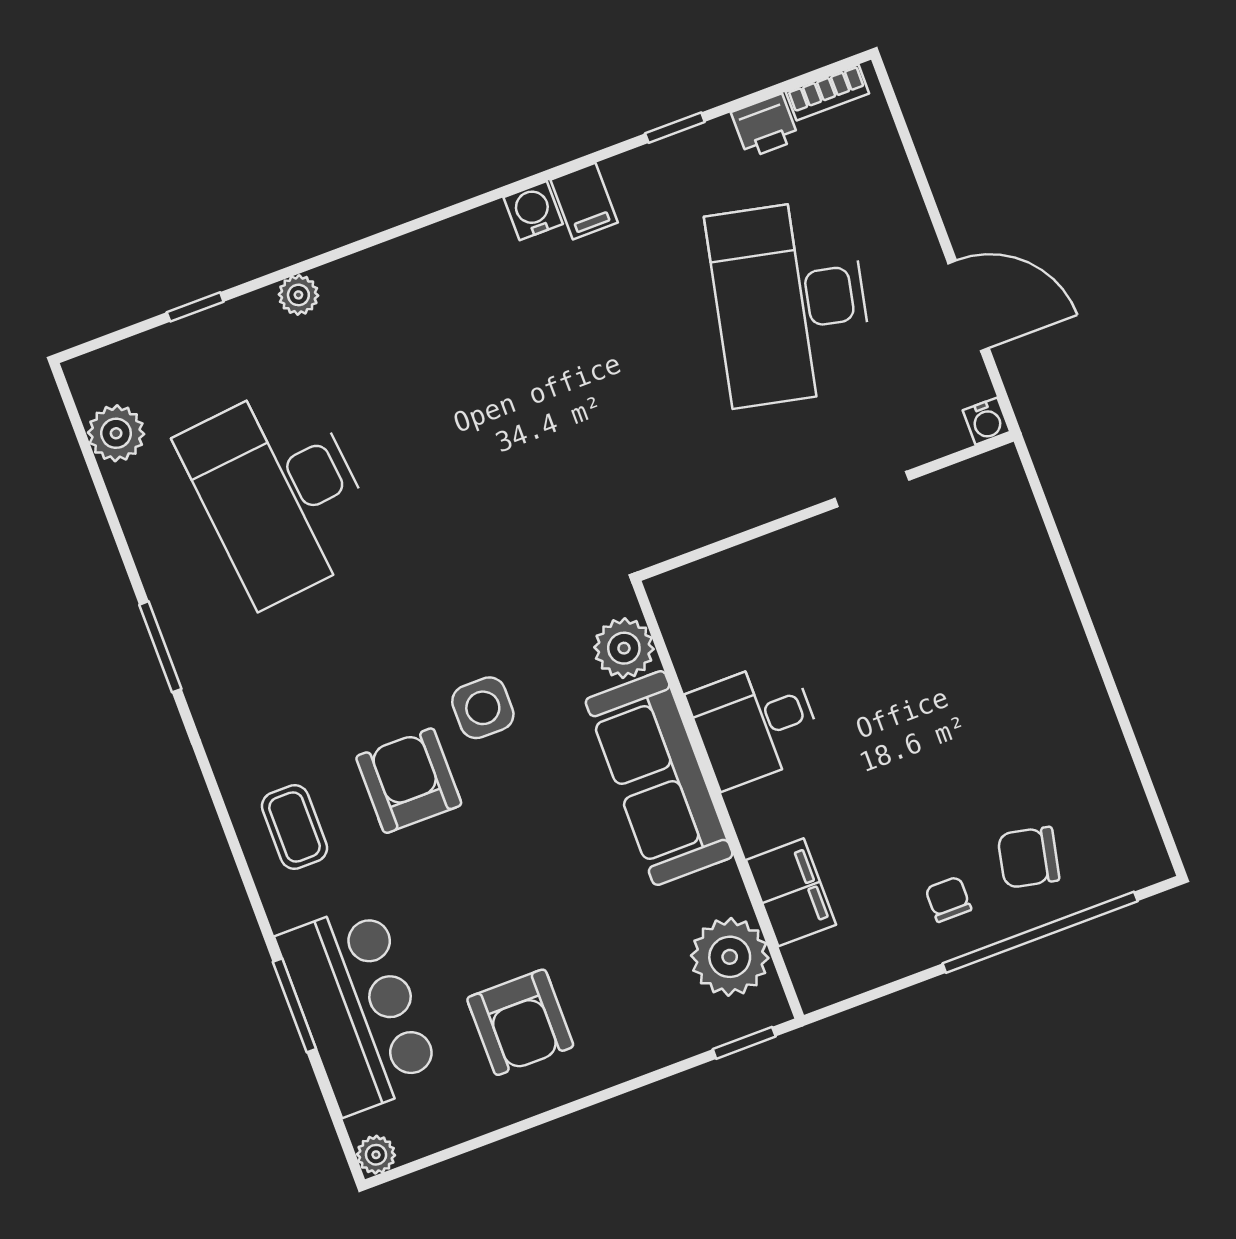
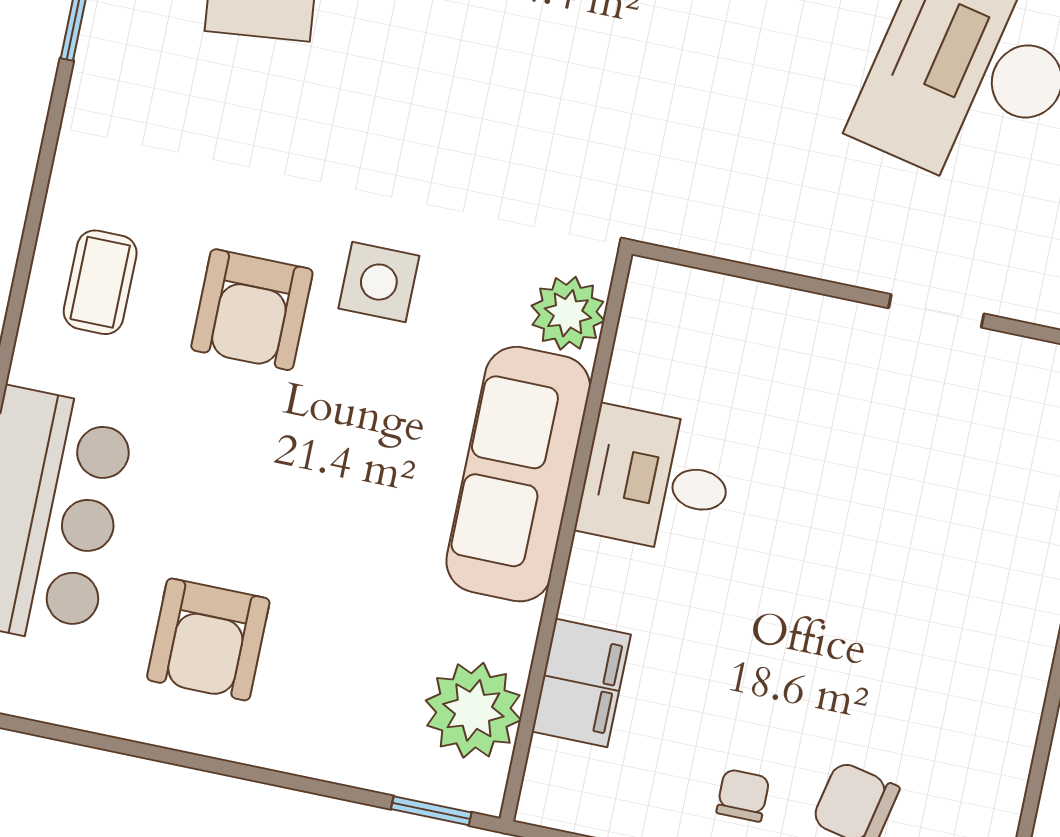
armchair: (409, 781) -> (252, 310), turned 180

